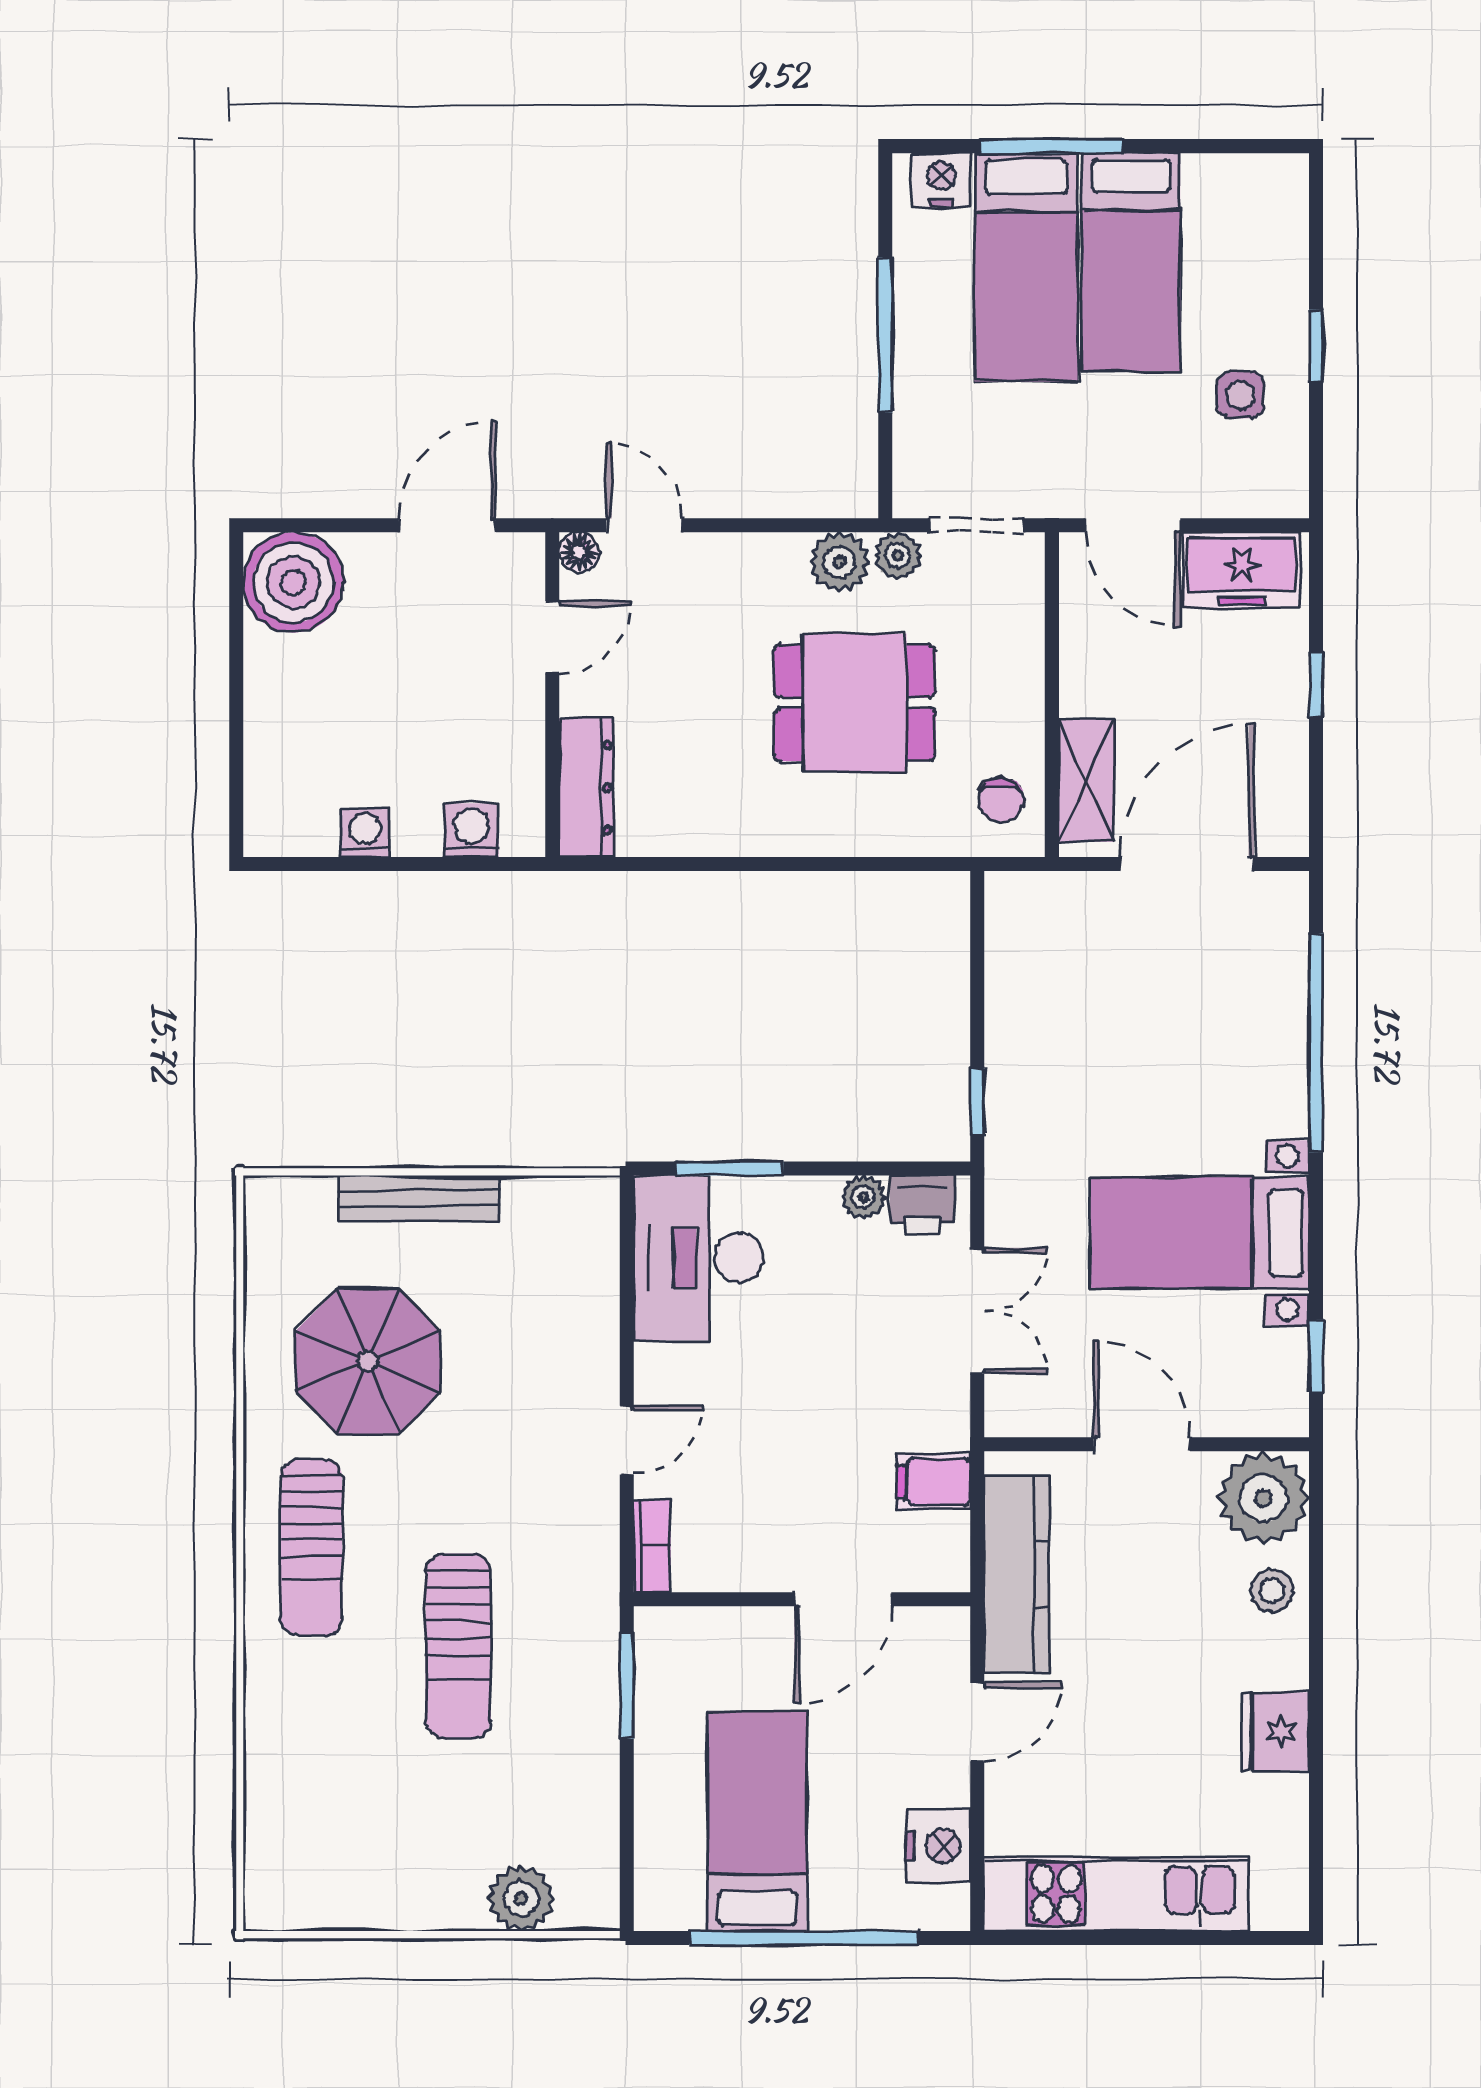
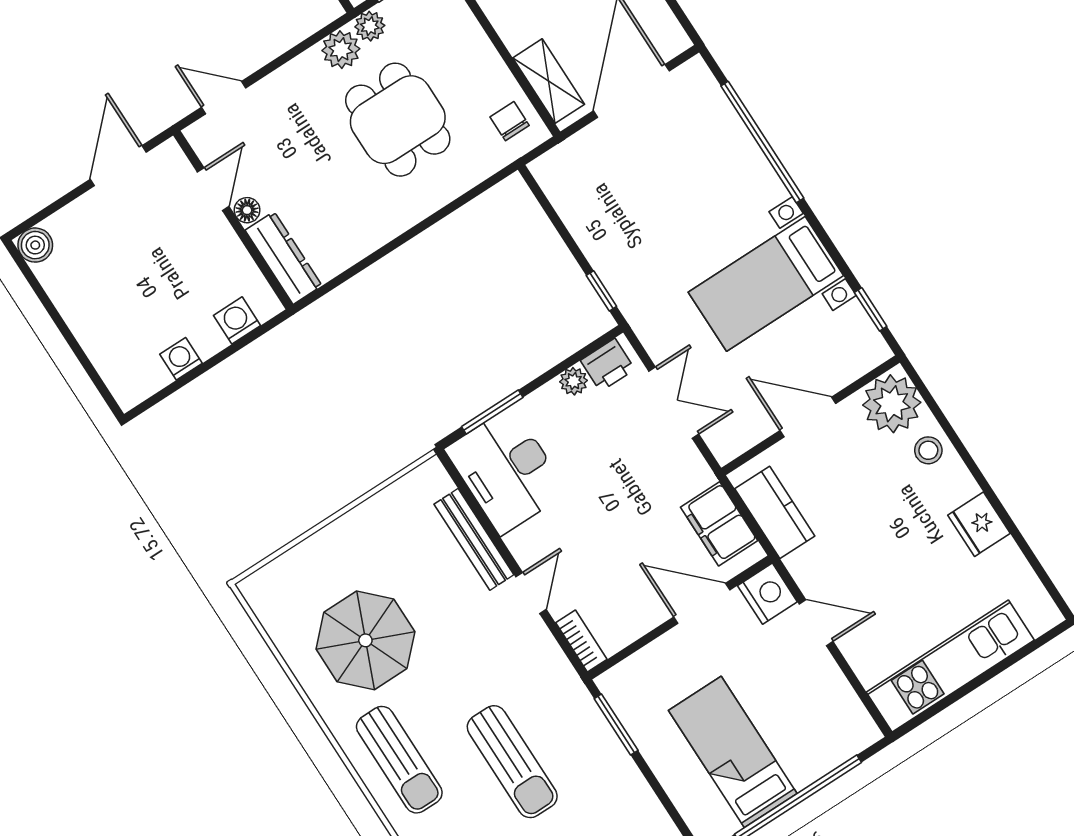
floor lamp: (579, 552) -> (247, 210), moved
boiler: (293, 582) -> (35, 245), width x0.54, depth x0.54
dining table: (855, 703) -> (398, 120), turned 90
chair: (1001, 800) -> (510, 121), turned 180
bench: (419, 1198) -> (474, 539), moved, turned 90
filing cabinet: (934, 1482) -> (719, 524), width x2.00
kitchen counter: (1017, 1574) -> (775, 512), width x0.67
door: (843, 1599) -> (702, 603), swing flipped
door: (977, 1722) -> (816, 623), hinge flipped
nightstand: (938, 1846) -> (767, 594), moved

